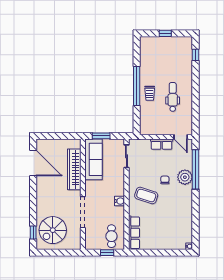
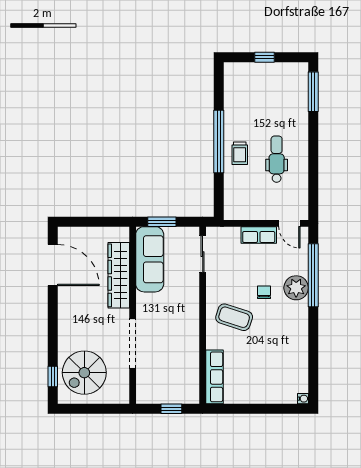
window: (195, 55) -> (313, 92), width x2.17
water cooler: (120, 201) -> (191, 326), removed
cafe table: (111, 236) -> (178, 382), removed

